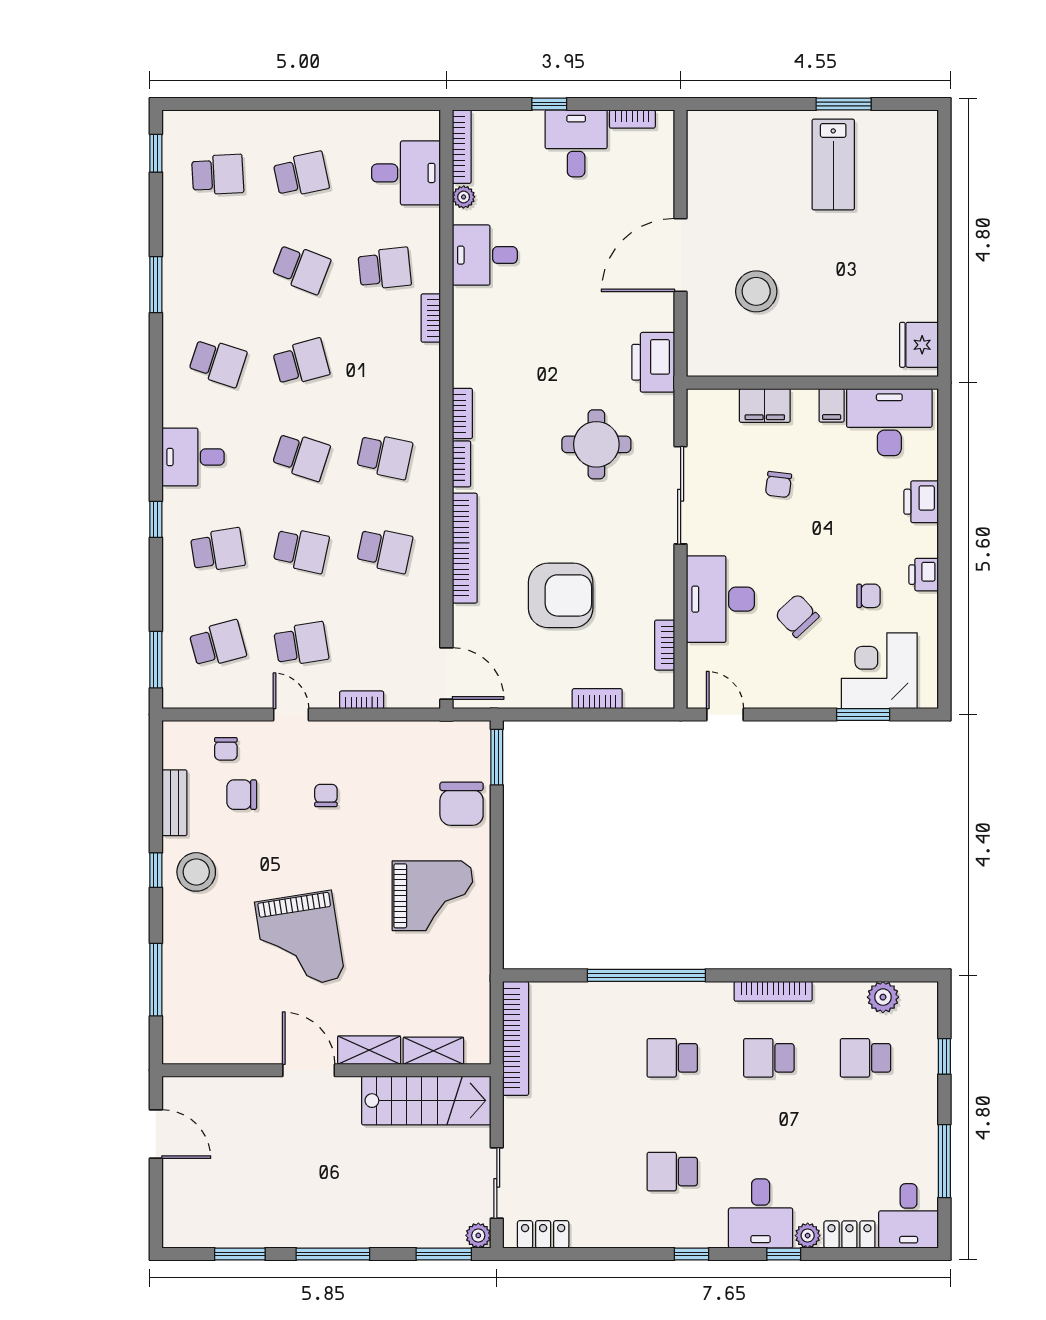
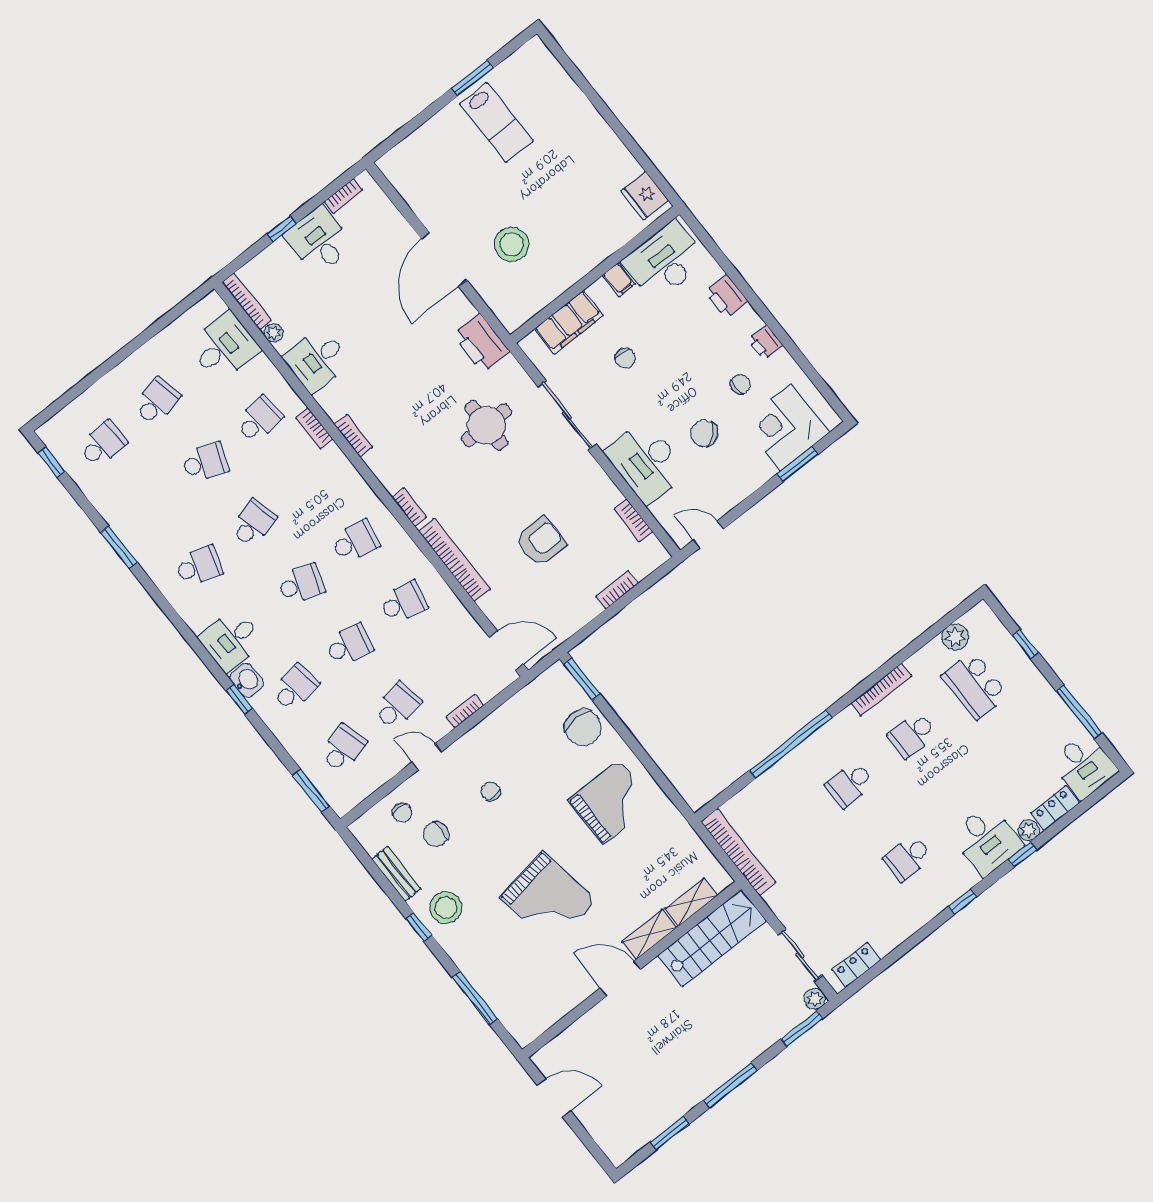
filing cabinet: (765, 405) -> (569, 322), width x1.50, depth x1.17
bookcase: (462, 413) -> (353, 436), moved
washbasin: (178, 507) -> (247, 680), added
armchair: (561, 595) -> (541, 542), width x0.73, depth x0.73
school desk: (865, 1058) -> (975, 685), width x1.85

